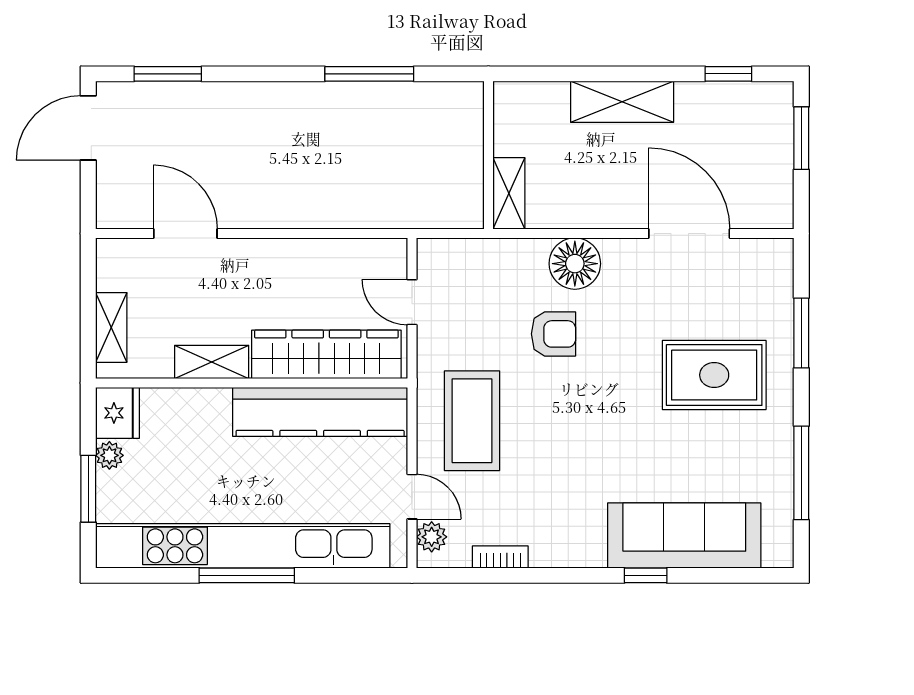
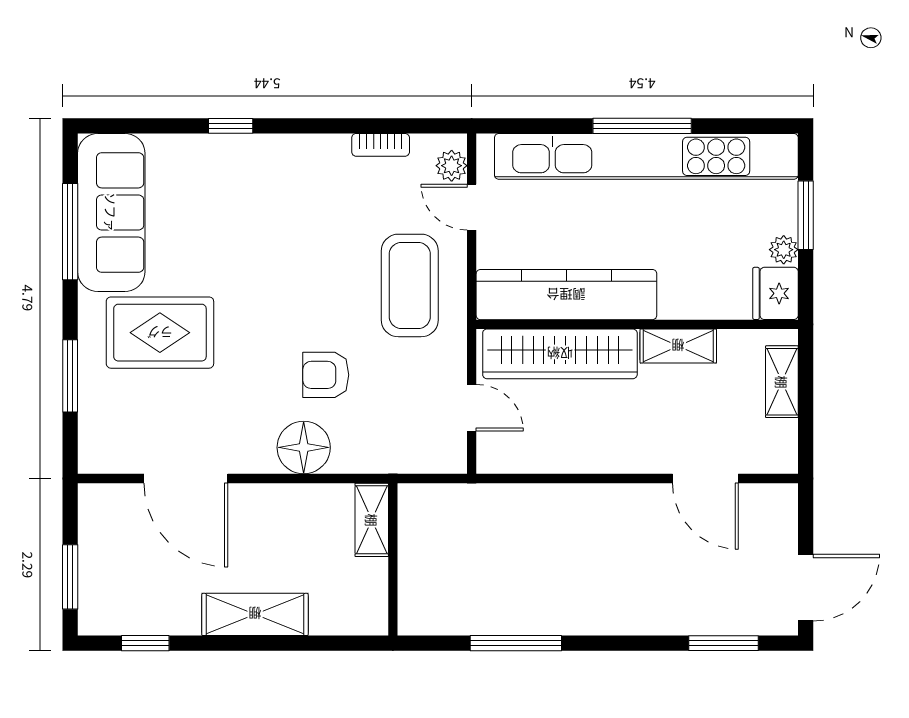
sofa: (684, 536) -> (111, 212), moved, turned -90

